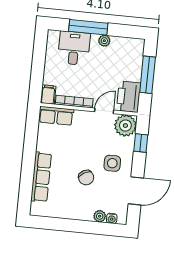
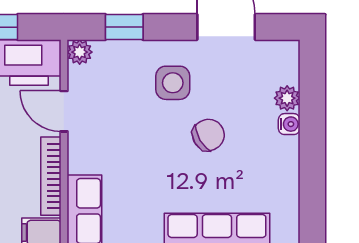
plant: (125, 126) -> (80, 52), width x0.53, depth x0.53
water cooler: (112, 218) -> (289, 124), moved

